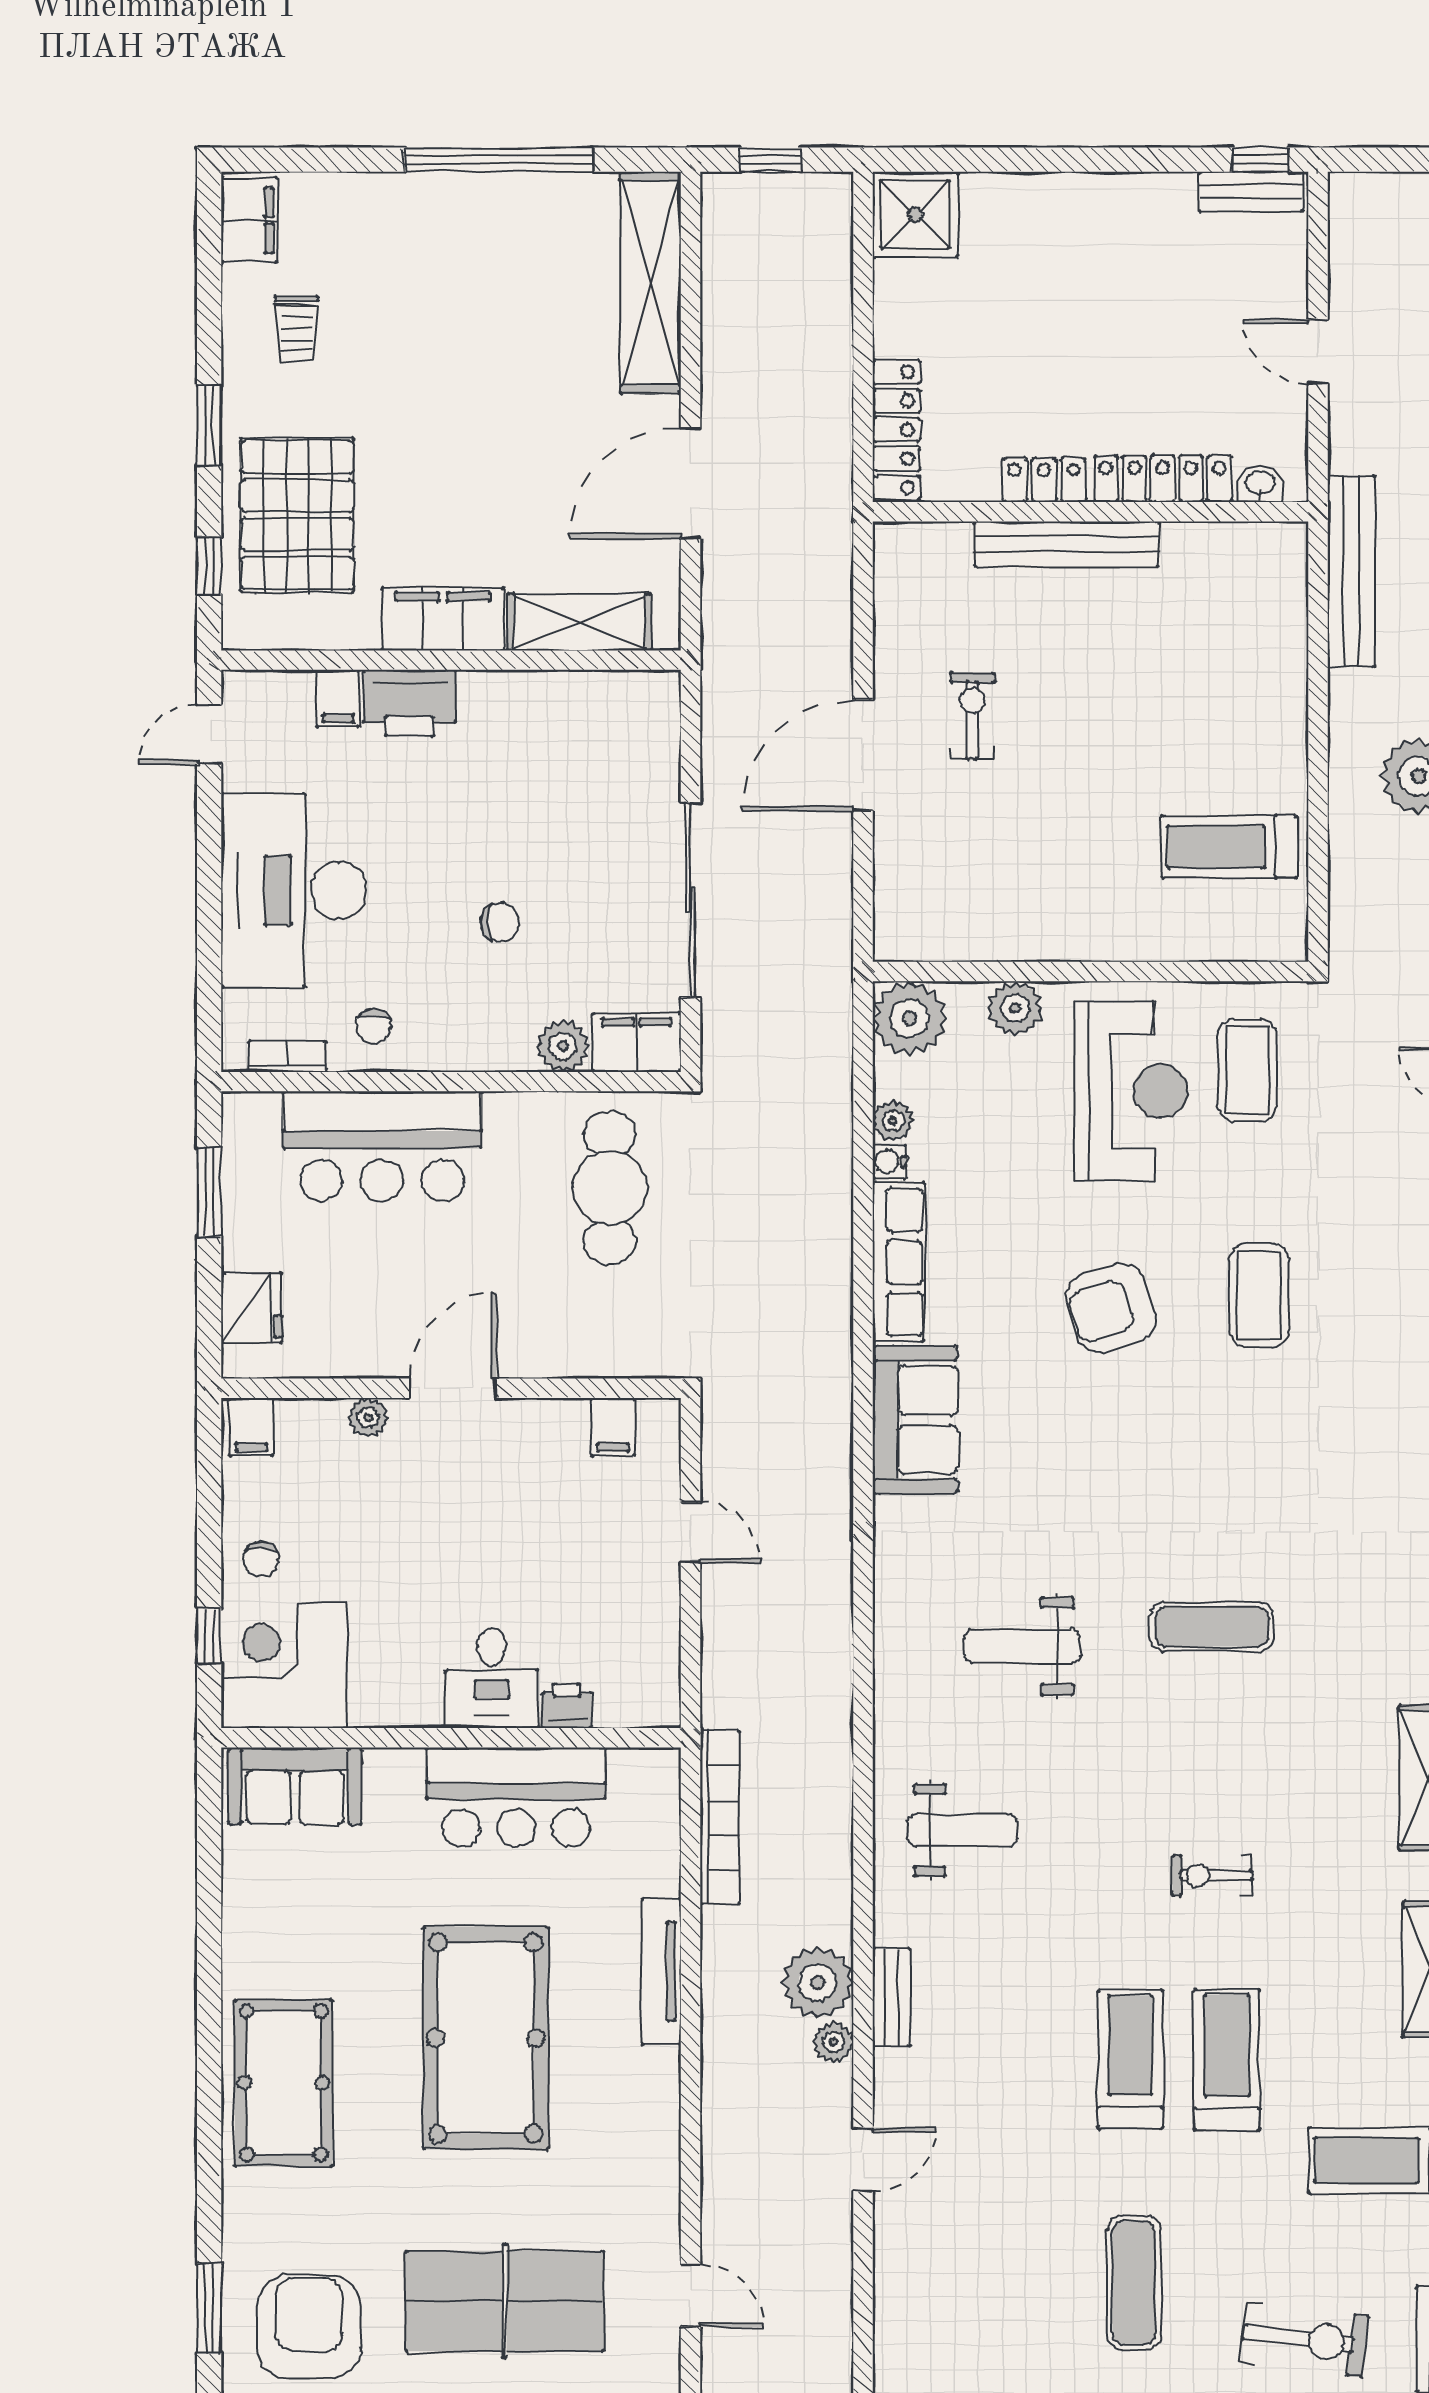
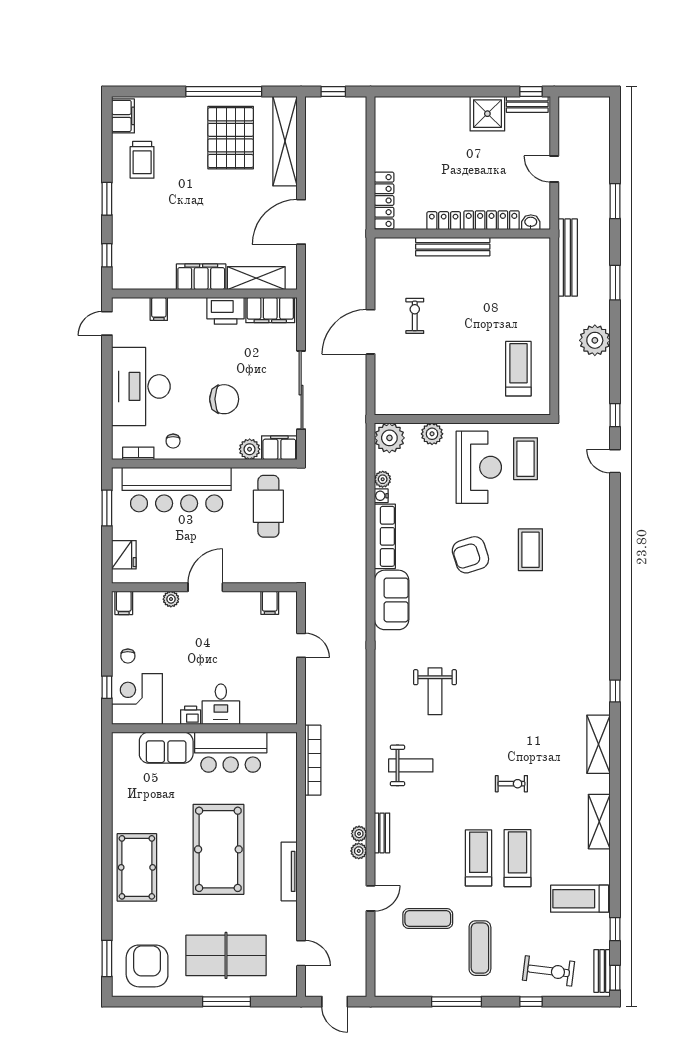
shower: (915, 215) -> (487, 114), moved
trolley: (296, 329) -> (142, 160), width x1.36, depth x1.39
pallet: (297, 515) -> (231, 138), moved
filing cabinet: (614, 701) -> (270, 310), added
printer: (410, 703) -> (226, 311), moved
treadmill: (1229, 847) -> (518, 369), turned 90
chair: (500, 922) -> (224, 399), width x1.87, depth x1.87
bar counter: (382, 1146) -> (177, 490), width x1.36
exercise mat: (1212, 1627) -> (428, 919), moved
weight bench: (1022, 1646) -> (435, 691), turned -90
printer: (567, 1706) -> (191, 715), moved
sofa: (295, 1786) -> (166, 748), moved
exercise bike: (1212, 1875) -> (511, 784), turned 180
tv unit: (661, 1971) -> (289, 871), moved
plant: (817, 1982) -> (359, 834), width x0.53, depth x0.53

